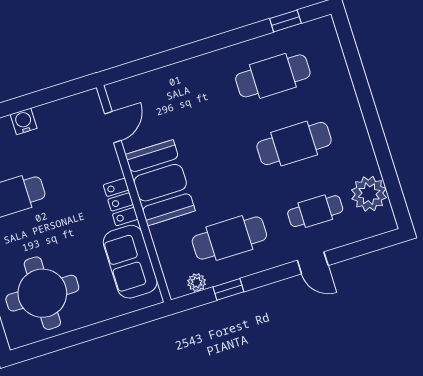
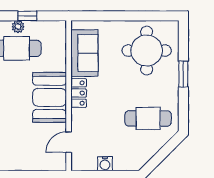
water cooler: (24, 121) -> (105, 164), moved
plant: (197, 282) -> (18, 27), moved

